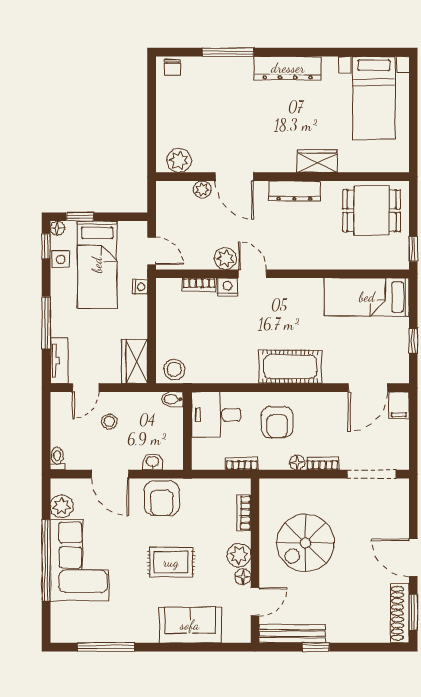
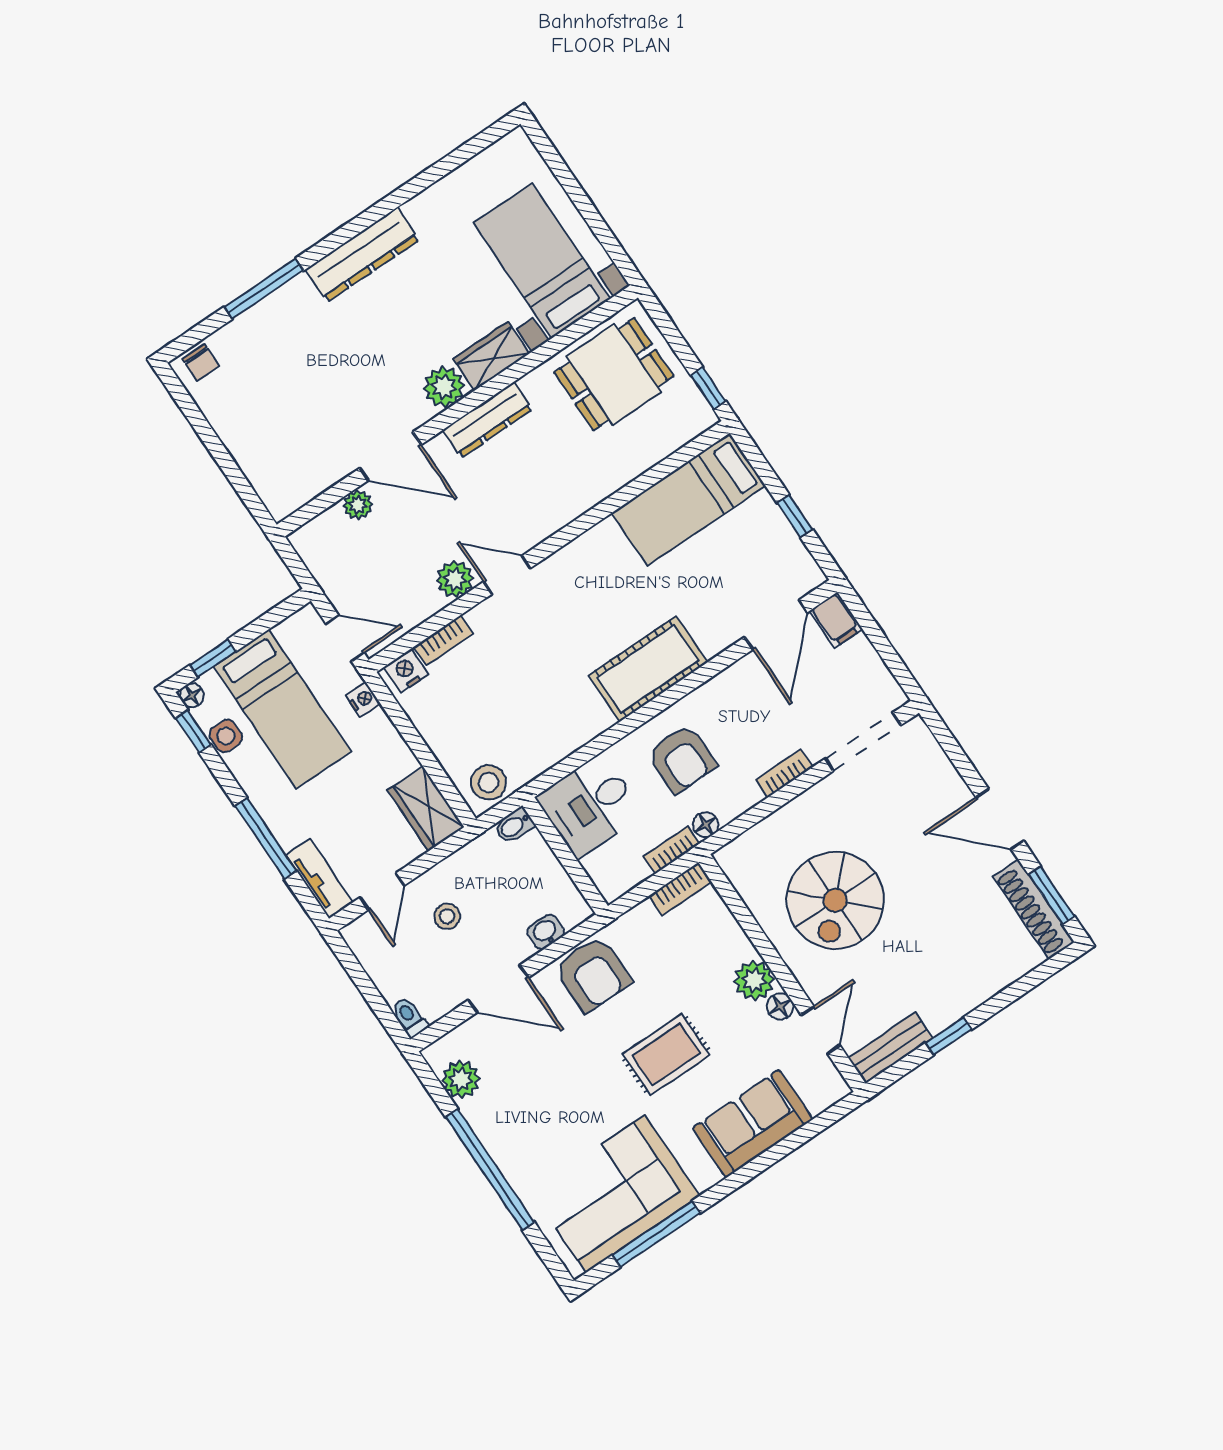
bed with nightstands: (374, 98) -> (542, 261), moved, turned 180
plant: (179, 160) -> (444, 387), moved
nightstand: (228, 287) -> (406, 671), moved
floor lamp: (297, 462) -> (706, 825), moved
bookcase: (244, 513) -> (680, 889), moved, turned -90
corner sofa: (79, 560) -> (615, 1194), moved, turned -90
bench: (292, 634) -> (891, 1048), width x0.73

